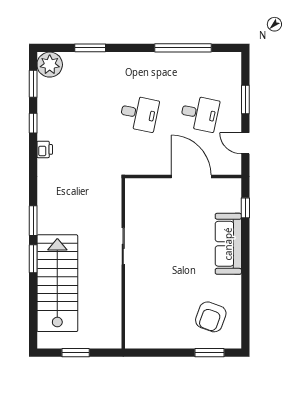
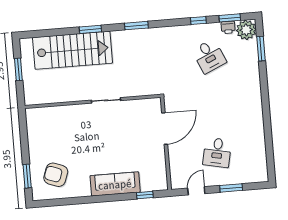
window: (90, 48) -> (261, 49), moved
window: (183, 48) -> (268, 135), removed
desk: (139, 113) -> (209, 56), moved, turned -36
printer: (45, 149) -> (228, 27), moved
door: (191, 176) -> (165, 129), moved
window: (33, 221) -> (136, 26), moved

